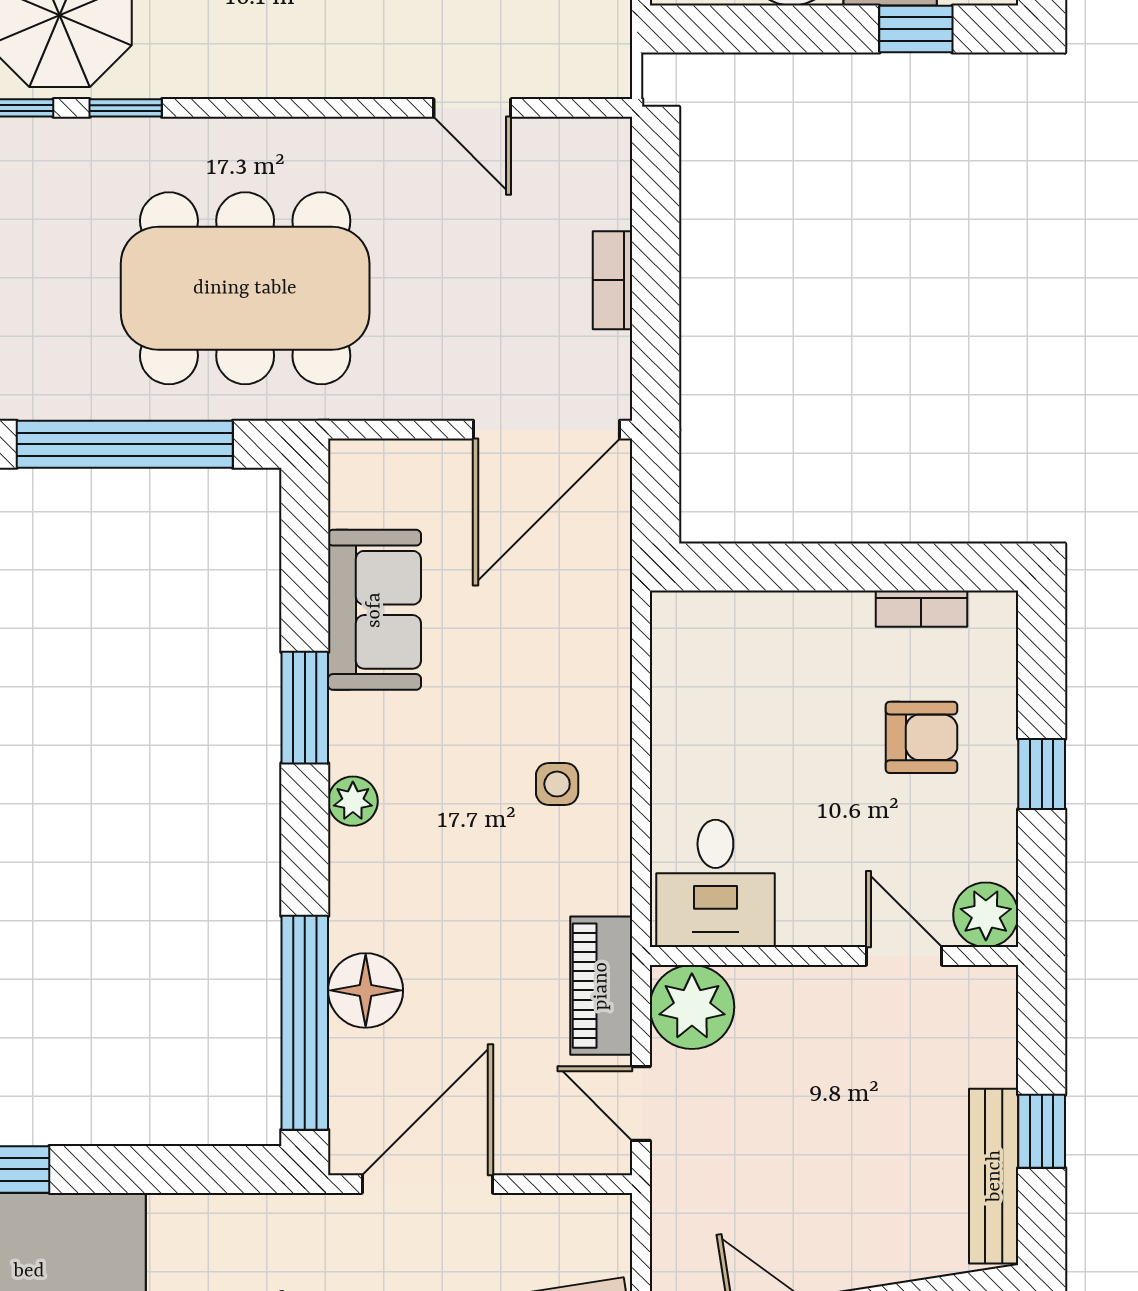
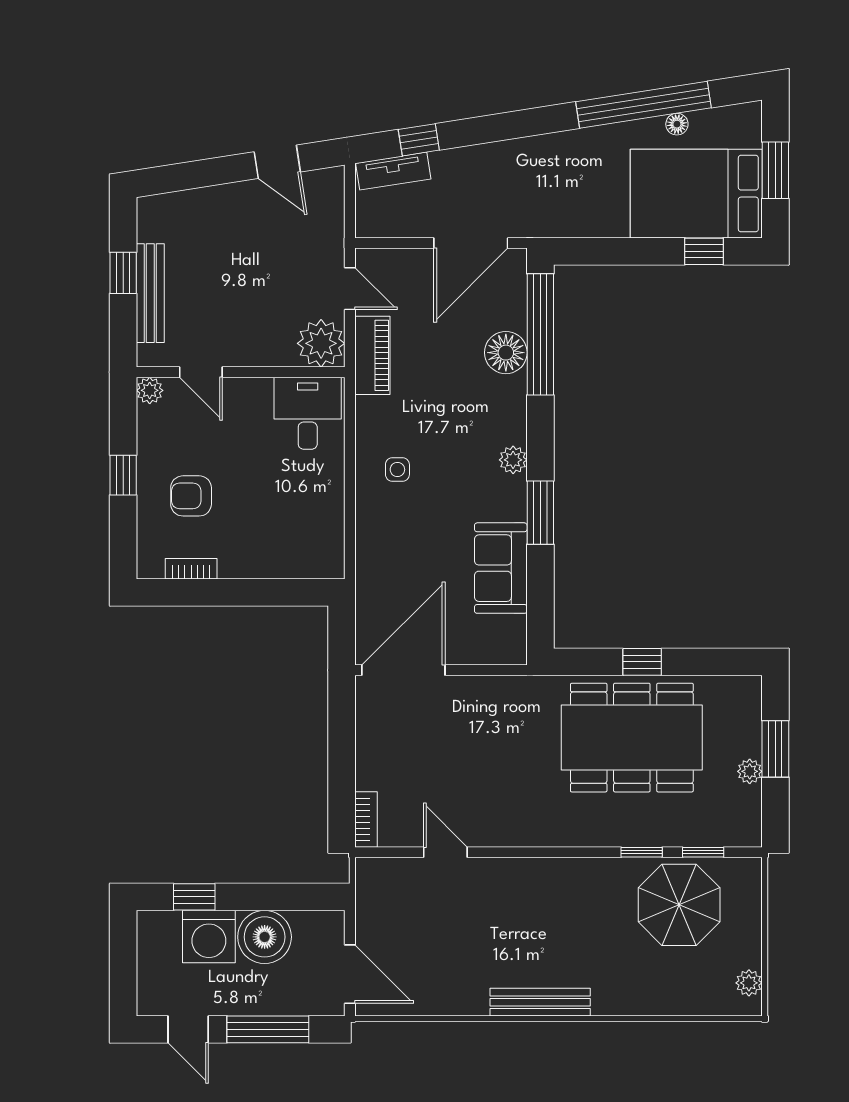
bookcase: (613, 280) -> (366, 820), moved
dining table: (245, 288) -> (632, 738), moved
window: (125, 444) -> (642, 662), width x0.32
plant: (986, 915) -> (150, 390), width x0.73, depth x0.73
bench: (994, 1176) -> (150, 293), moved

